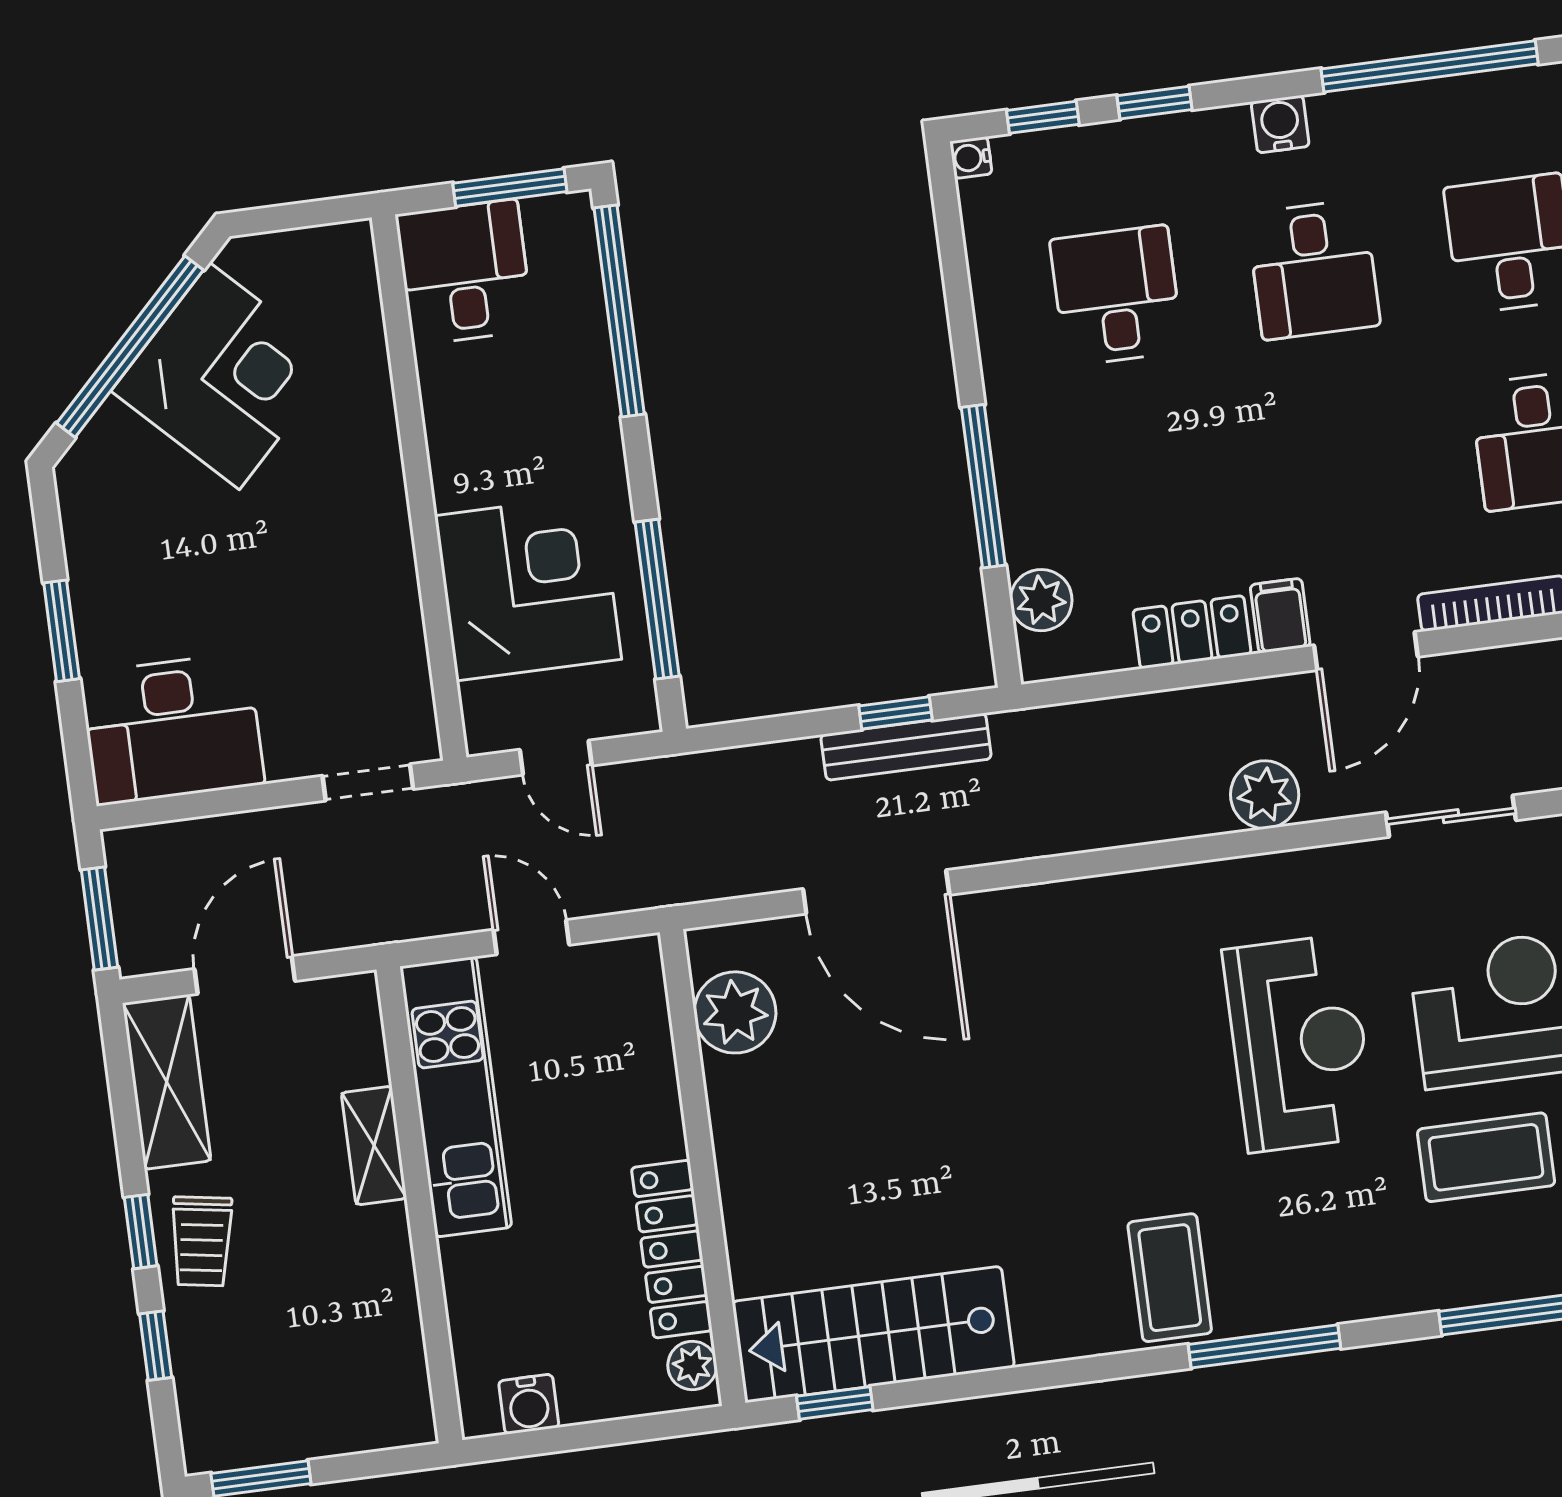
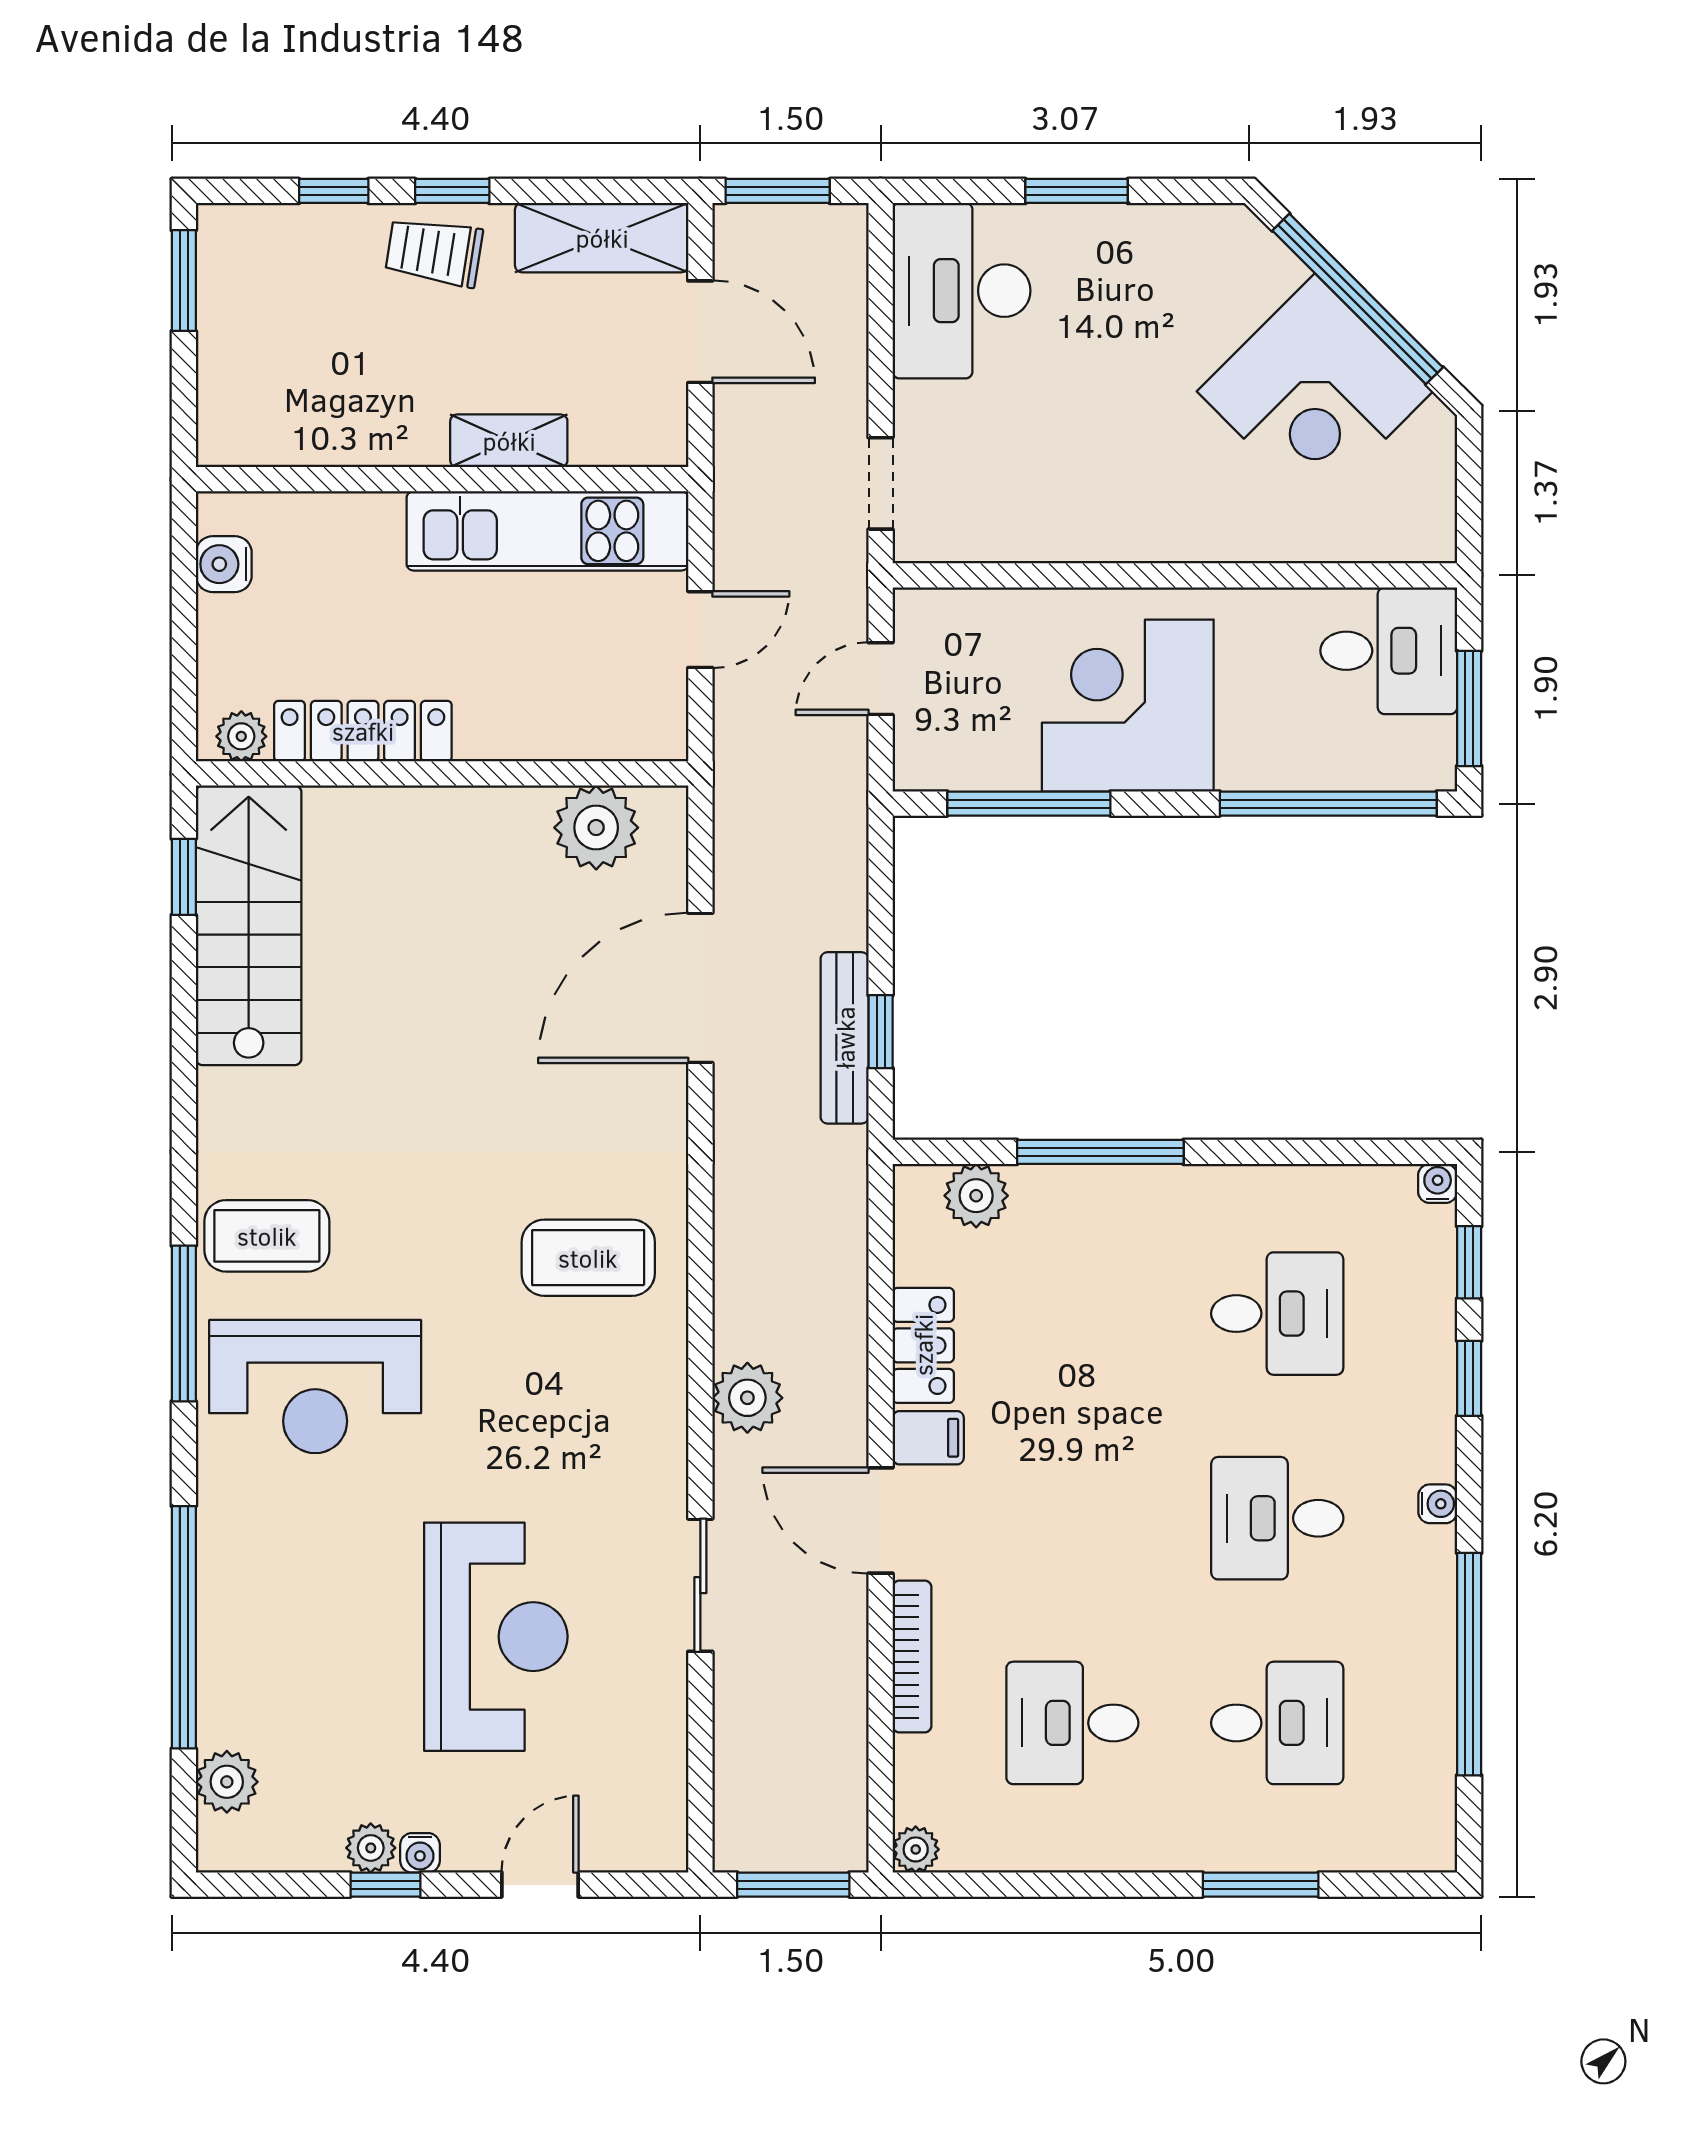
water cooler: (1280, 124) -> (1438, 1504), width x0.72, depth x0.72
corner desk: (528, 587) -> (1128, 706), moved, turned 180
reception desk: (1299, 1043) -> (315, 1387), moved
coffee table: (1486, 1157) -> (588, 1258), moved, turned 90

